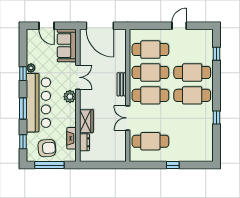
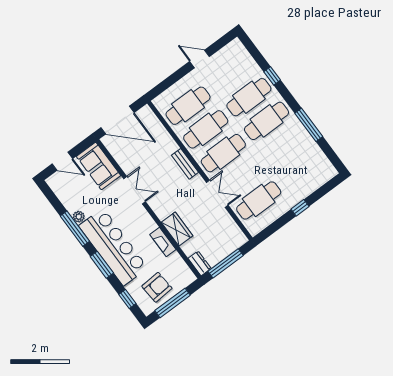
door: (179, 26) -> (199, 59), hinge flipped
window: (217, 54) -> (272, 76), moved
window: (23, 74) -> (75, 229), width x2.17
plant: (70, 97) -> (141, 216), removed
window: (217, 117) -> (309, 125), width x2.17
double door: (128, 118) -> (217, 194), swing flipped
fireplace: (72, 138) -> (163, 242), moved
dresser: (84, 142) -> (200, 263), moved
window: (101, 165) -> (226, 263), added

